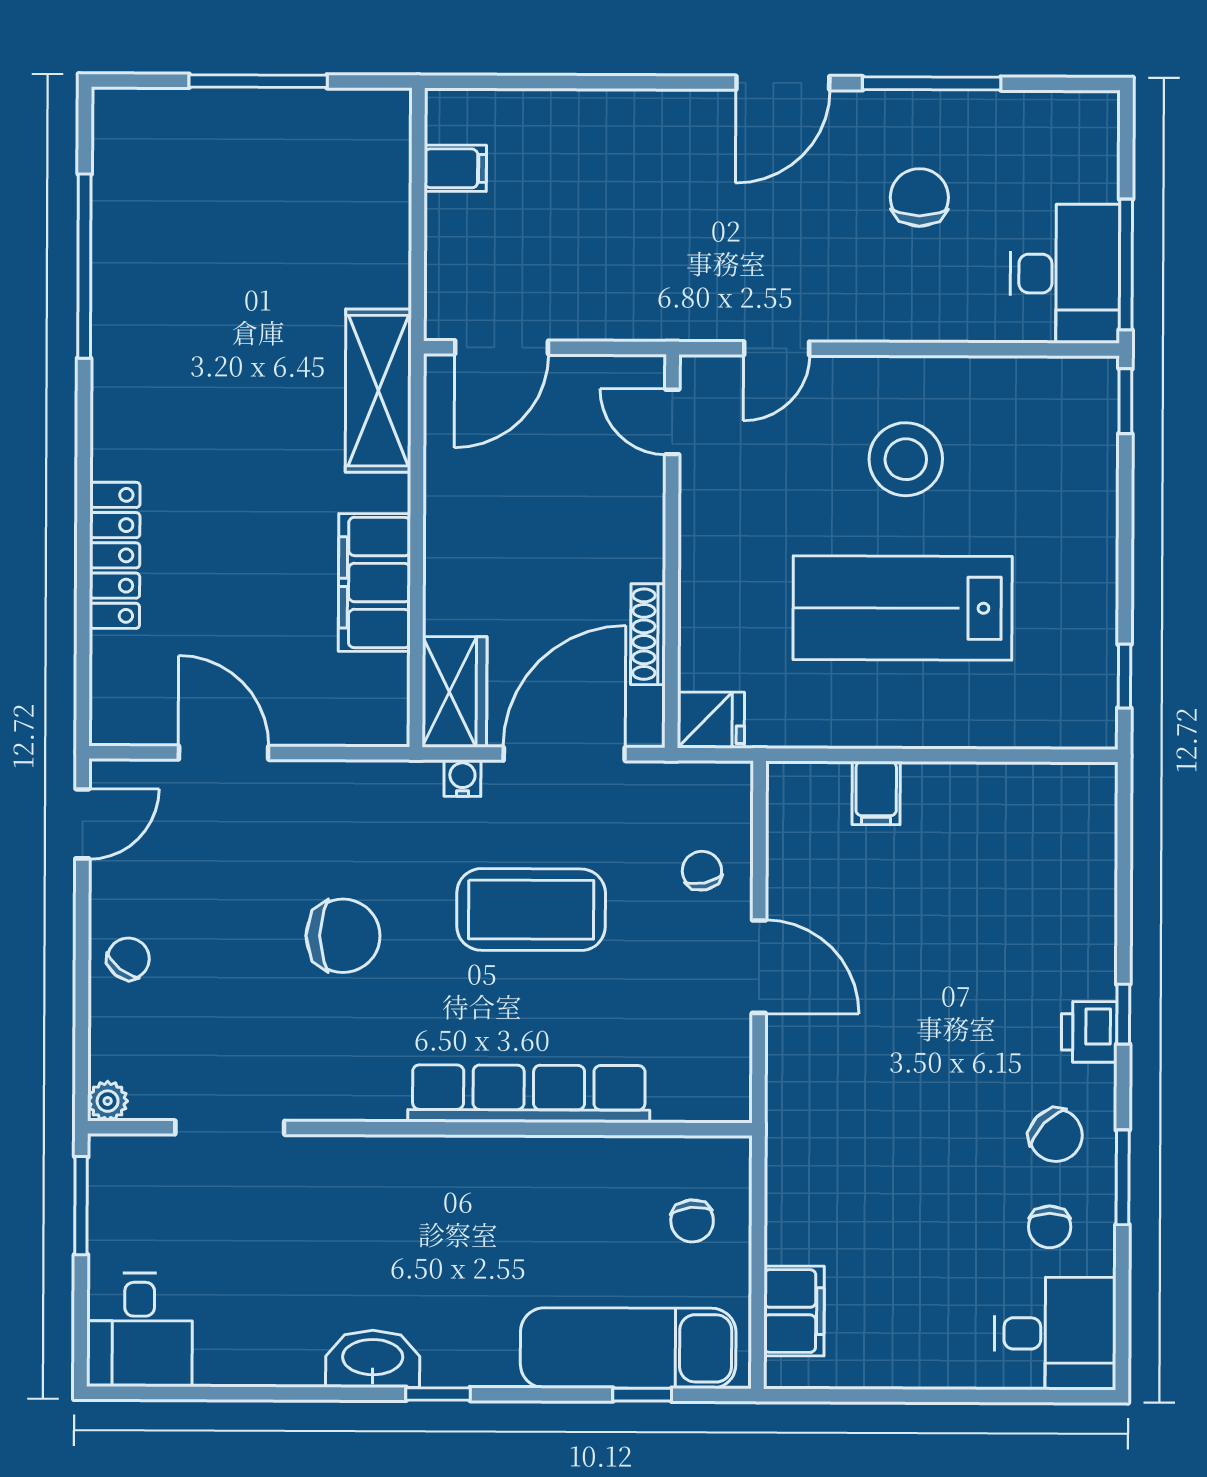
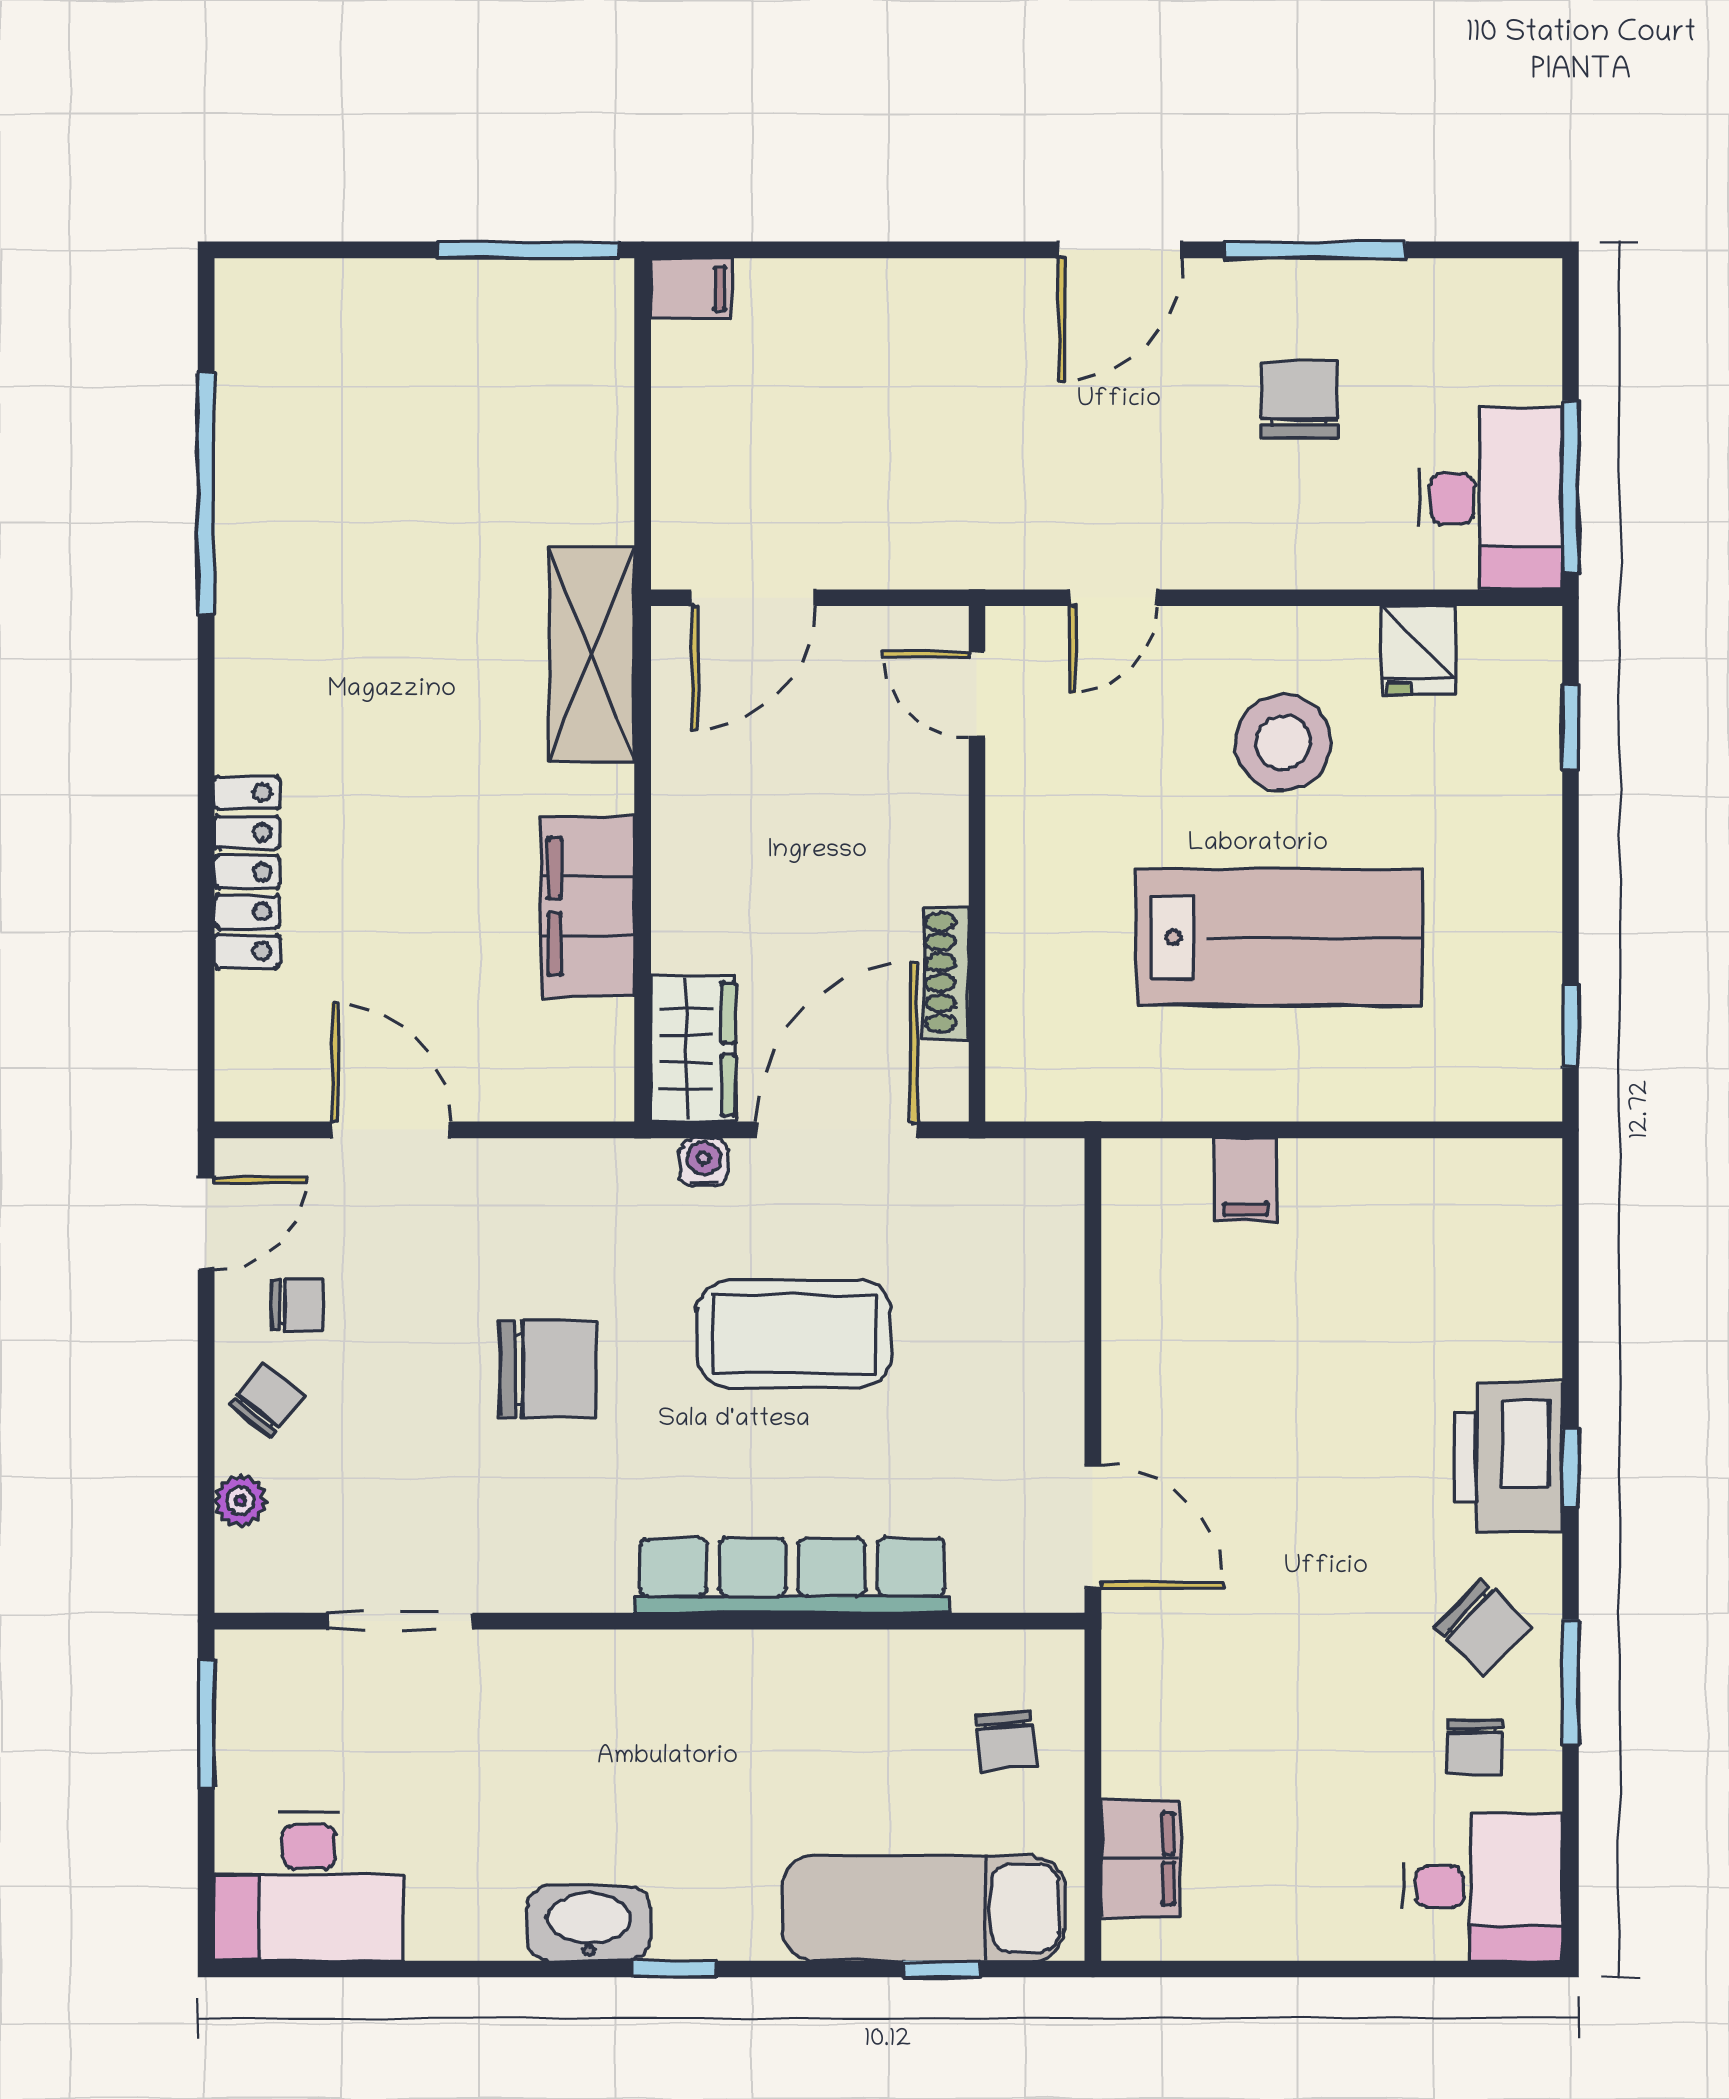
window: (258, 81) -> (528, 250), moved
filing cabinet: (455, 168) -> (691, 289), moved
window: (1125, 401) -> (1570, 727), moved
lab bench: (903, 608) -> (1279, 937), turned 180
fridge: (711, 720) -> (1418, 650), moved, turned 90
chair: (702, 871) -> (298, 1305), moved, turned 102
door: (759, 967) -> (1093, 1527), moved
printer: (1089, 1032) -> (1509, 1457), width x1.87, depth x1.48
plant: (108, 1101) -> (240, 1501), moved
desk: (140, 1330) -> (309, 1886), width x1.37

